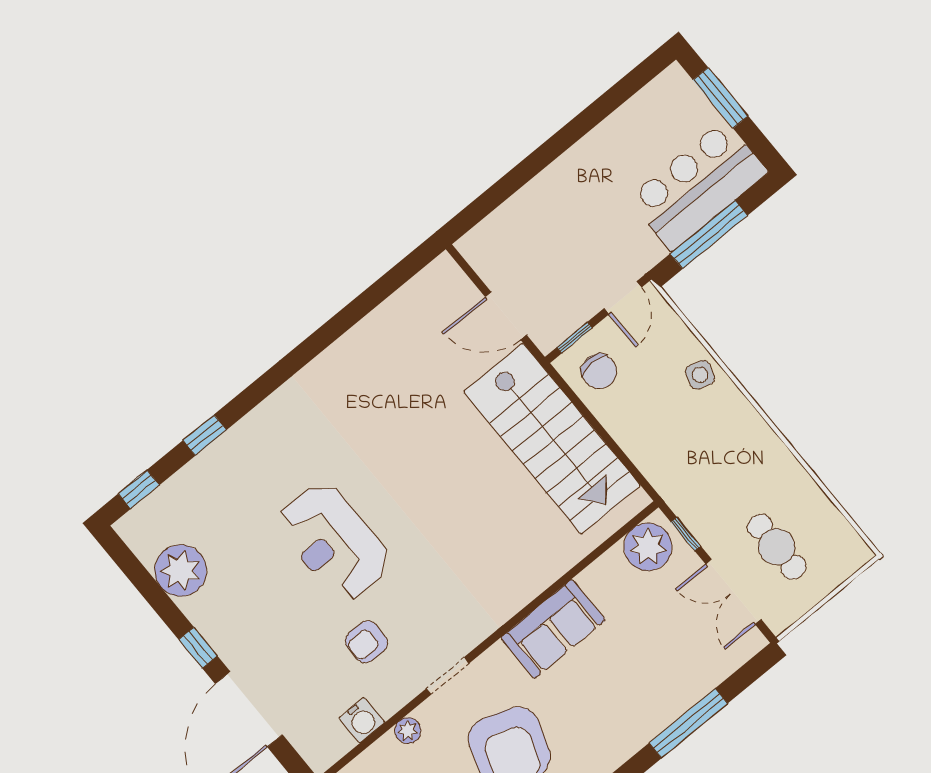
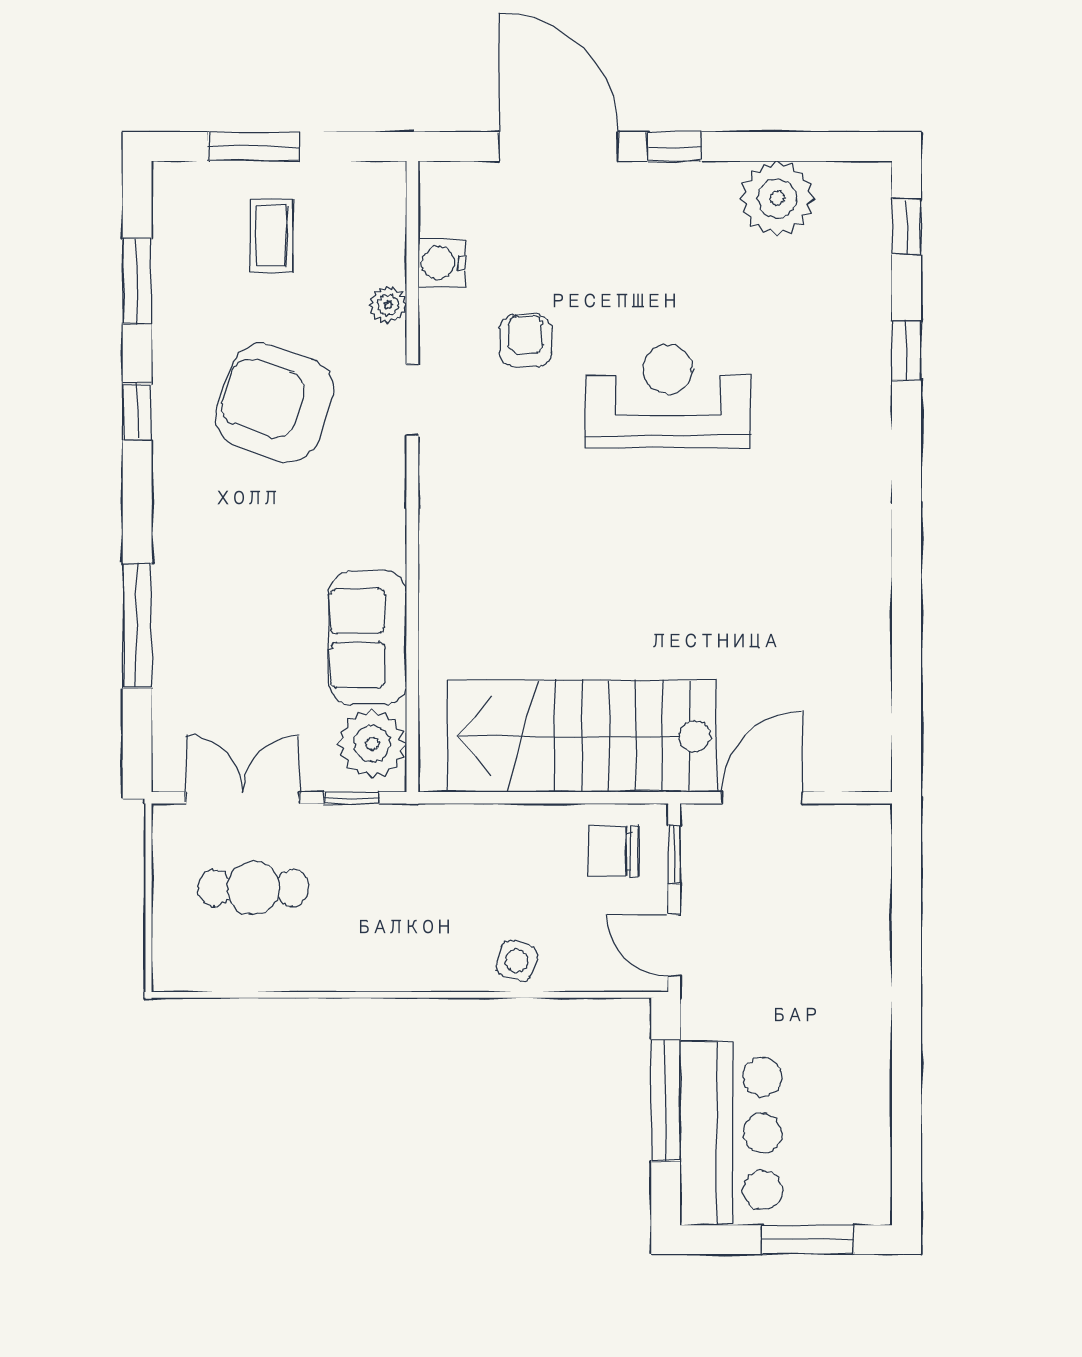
sofa: (553, 629) -> (368, 638), moved

